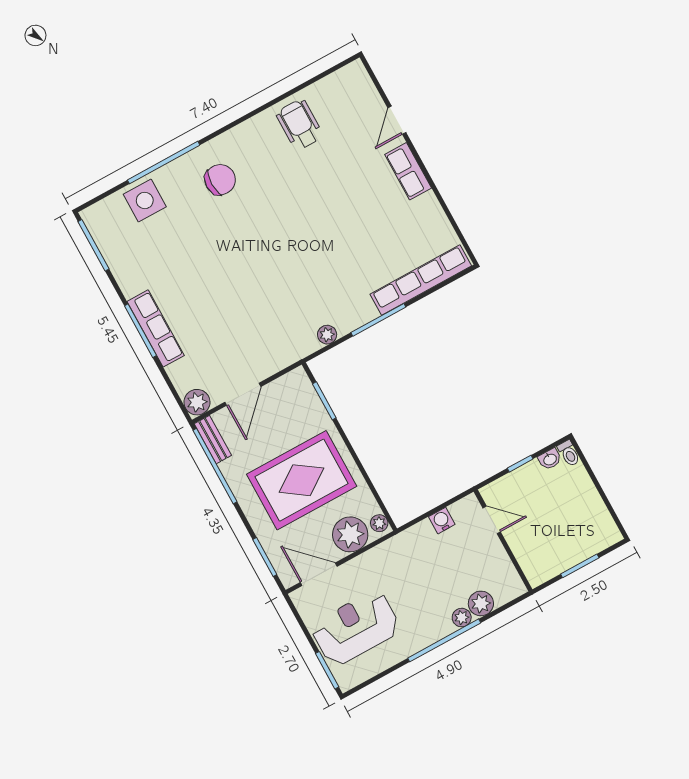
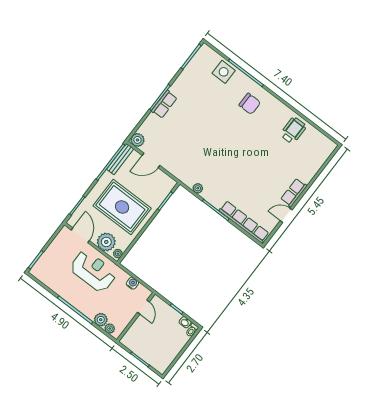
door: (397, 120) -> (286, 215), moved
row of seats: (156, 328) -> (164, 104), width x0.68
bench: (213, 440) -> (120, 159), width x1.36
plant: (462, 618) -> (110, 329), moved
reception desk: (356, 628) -> (93, 271), moved

